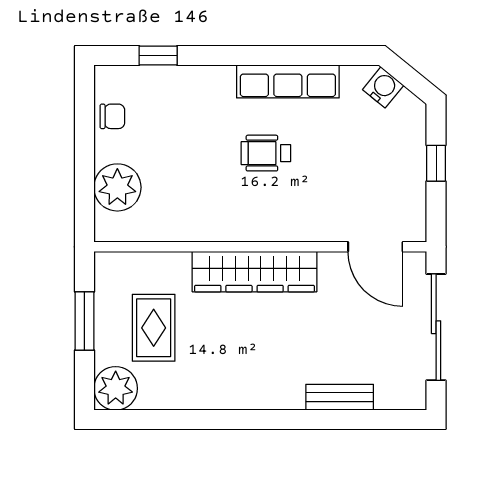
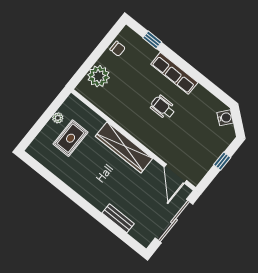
row of seats: (288, 81) -> (174, 73), moved
window: (84, 321) -> (47, 115), removed
plant: (116, 388) -> (58, 118), moved, width x0.53, depth x0.53

